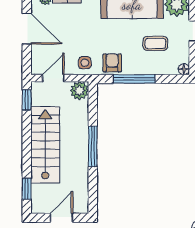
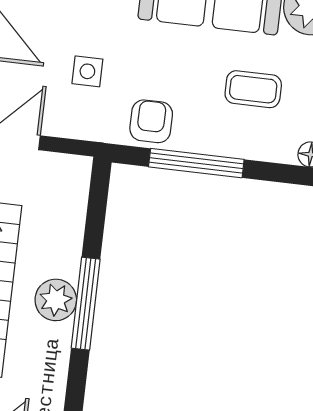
side table: (85, 63) -> (87, 71), moved
plant: (79, 91) -> (56, 300), moved

